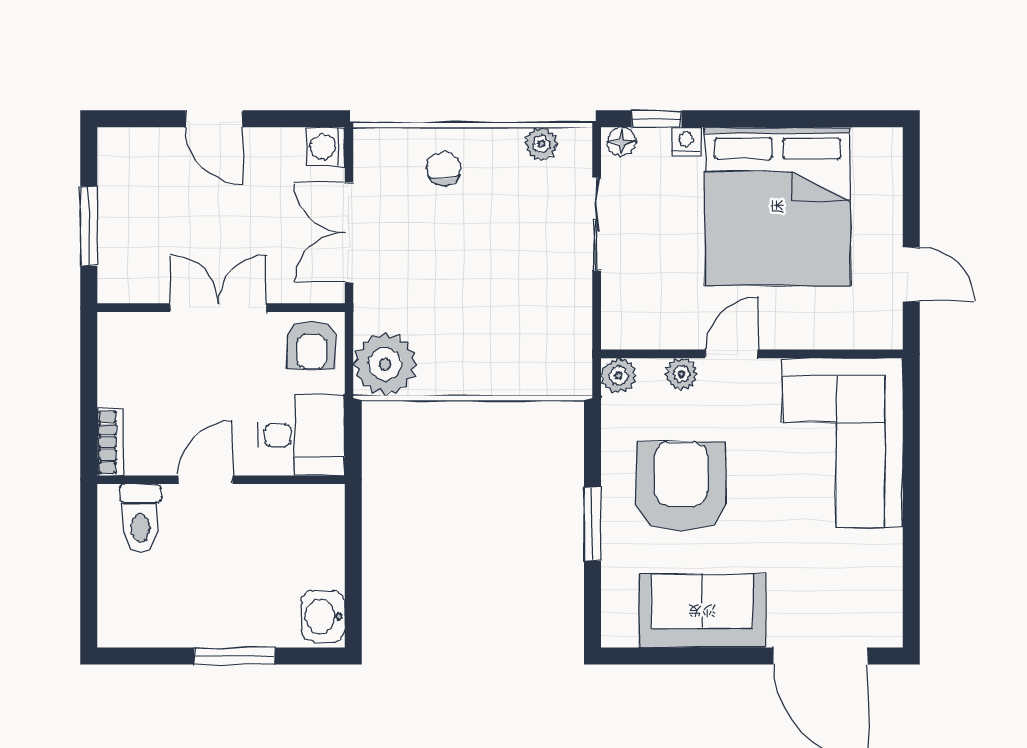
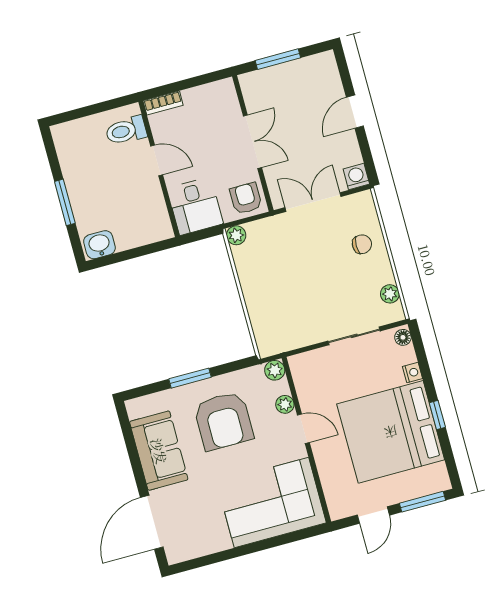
window: (657, 119) -> (437, 415), moved
window: (911, 184) -> (423, 502), added
armchair: (312, 345) -> (246, 198), turned 90
plant: (385, 364) -> (236, 235), width x0.53, depth x0.53
armchair: (681, 486) -> (224, 421), turned 90

